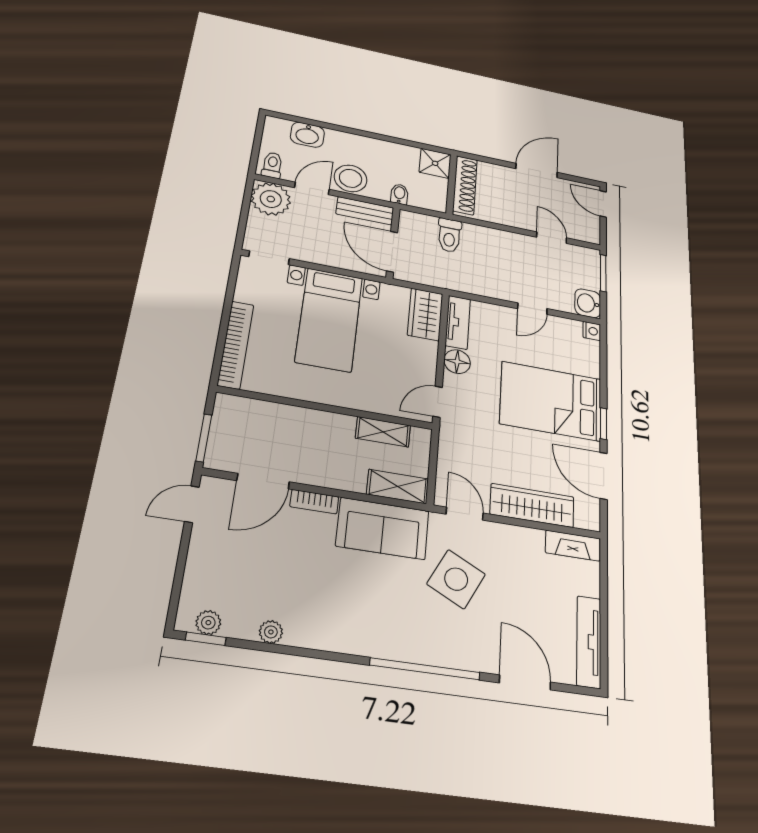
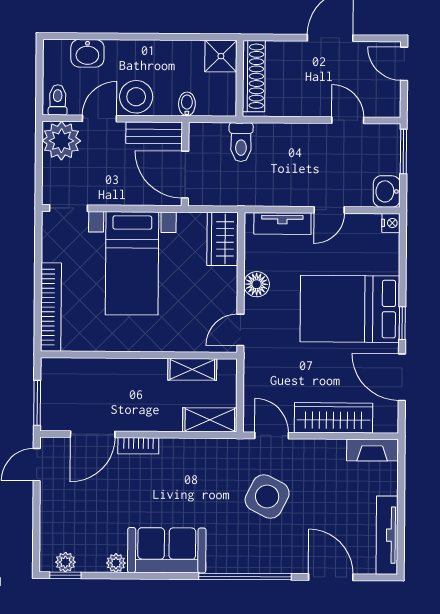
tv unit: (458, 322) -> (282, 224), moved, turned 90
sofa: (383, 528) -> (167, 550), moved, turned 180

